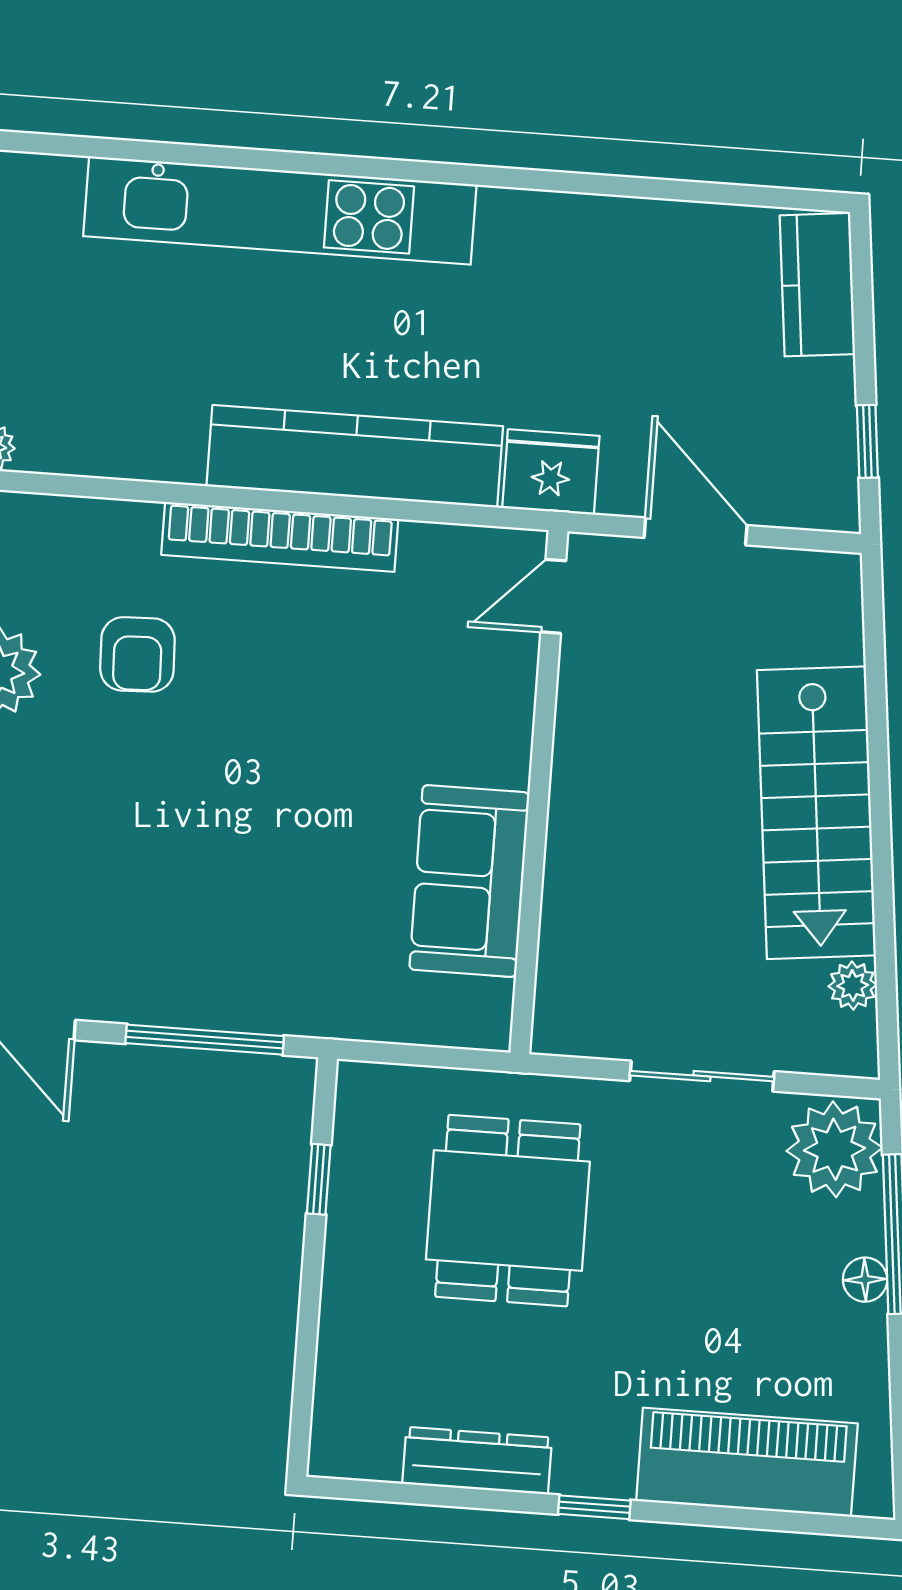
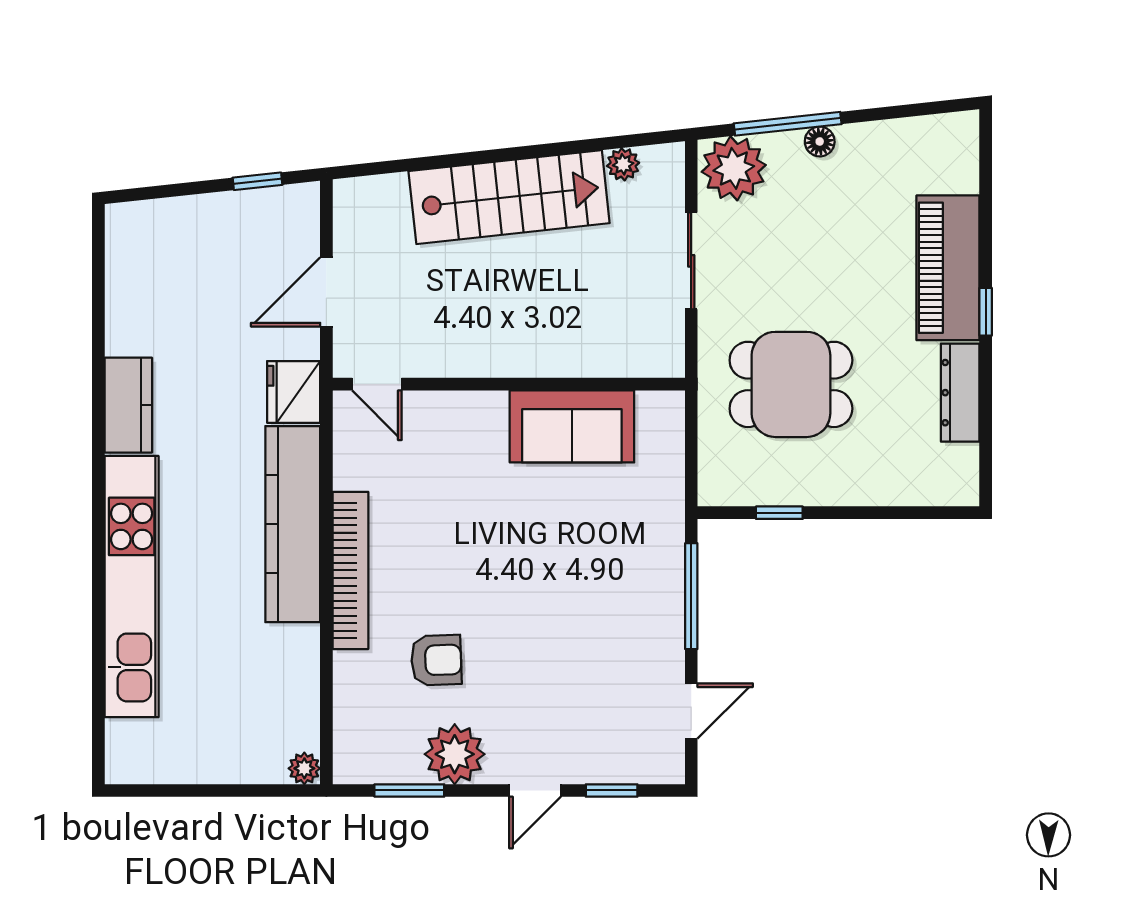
kitchen counter: (817, 285) -> (128, 405), moved, turned -84
piano: (747, 1462) -> (948, 268), moved

